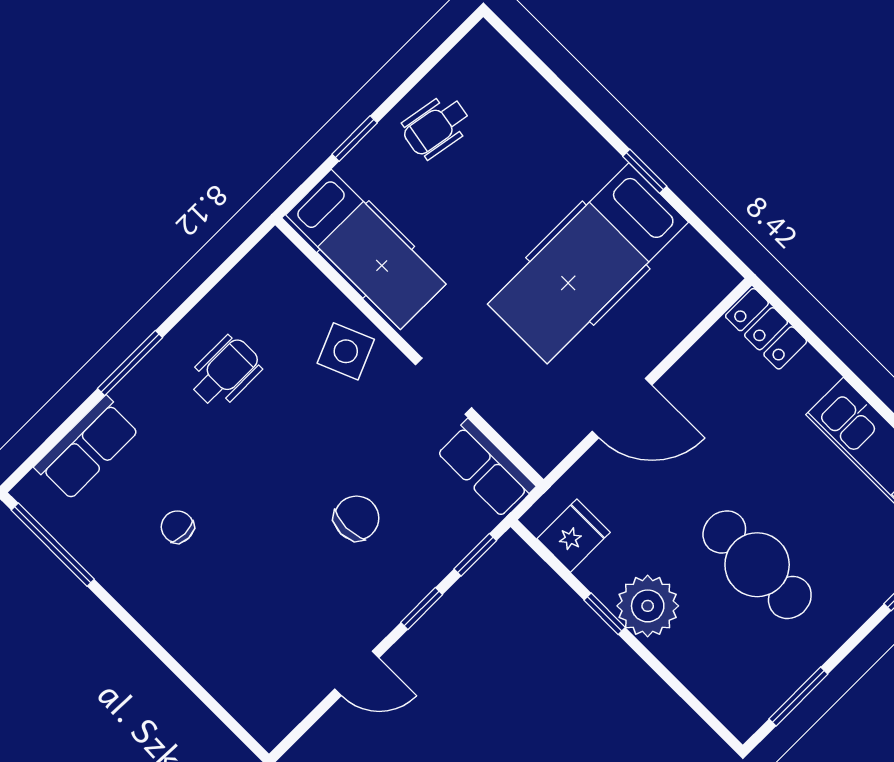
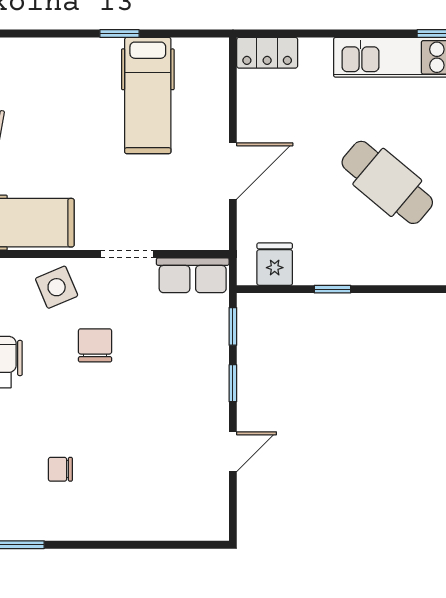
hospital bed: (588, 263) -> (148, 95), width x0.73, depth x0.78
chair: (357, 518) -> (95, 345), moved
cafe table: (757, 565) -> (387, 182), turned 40
plant: (648, 606) -> (351, 262), removed

